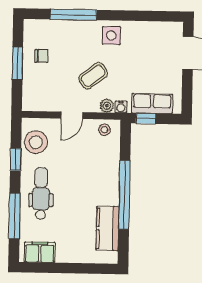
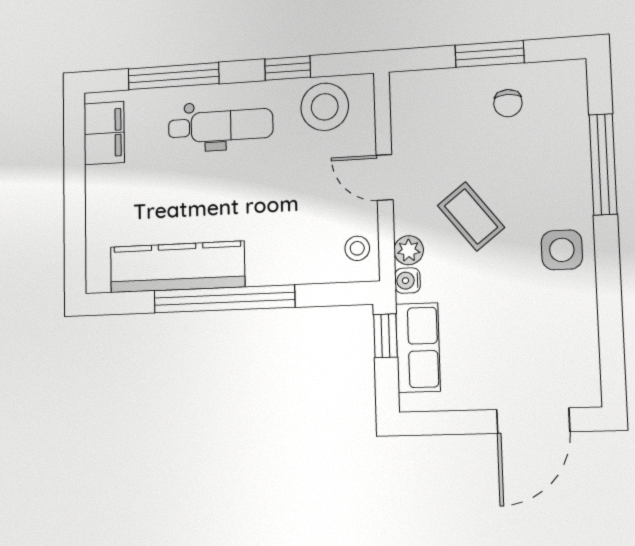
kitchen counter: (107, 228) -> (177, 267), width x1.50

